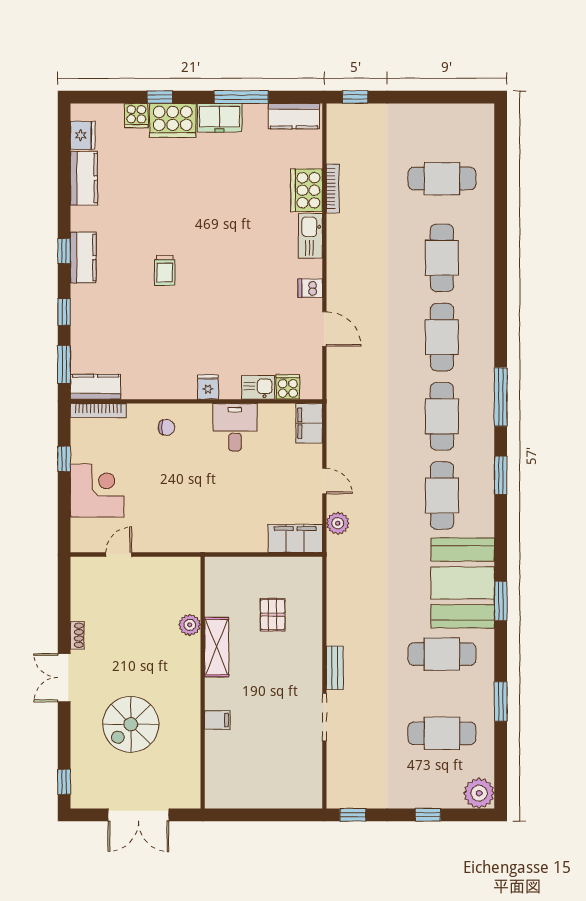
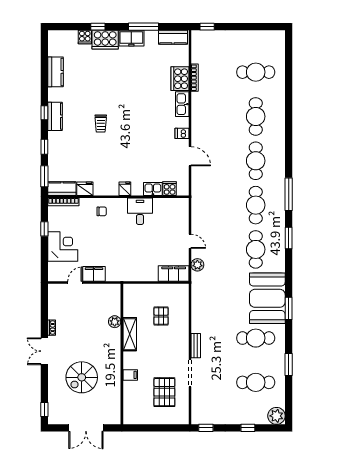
fridge: (83, 135) -> (85, 189), moved, turned -90
filing cabinet: (309, 423) -> (94, 274), moved, turned 90
pallet: (279, 751) -> (164, 392), added

